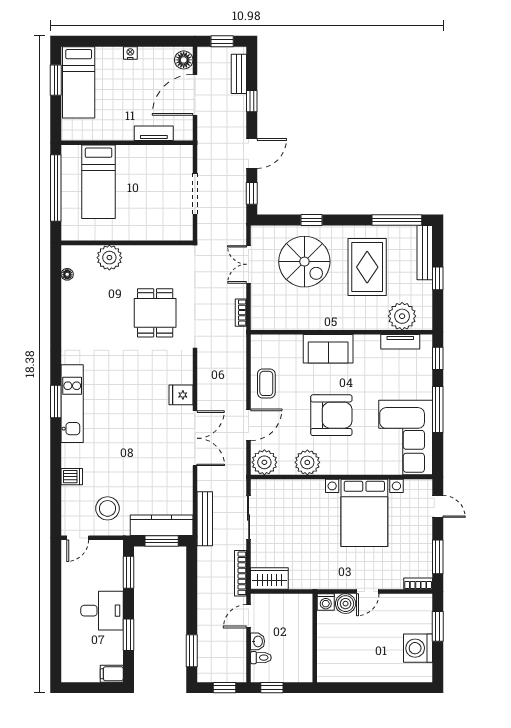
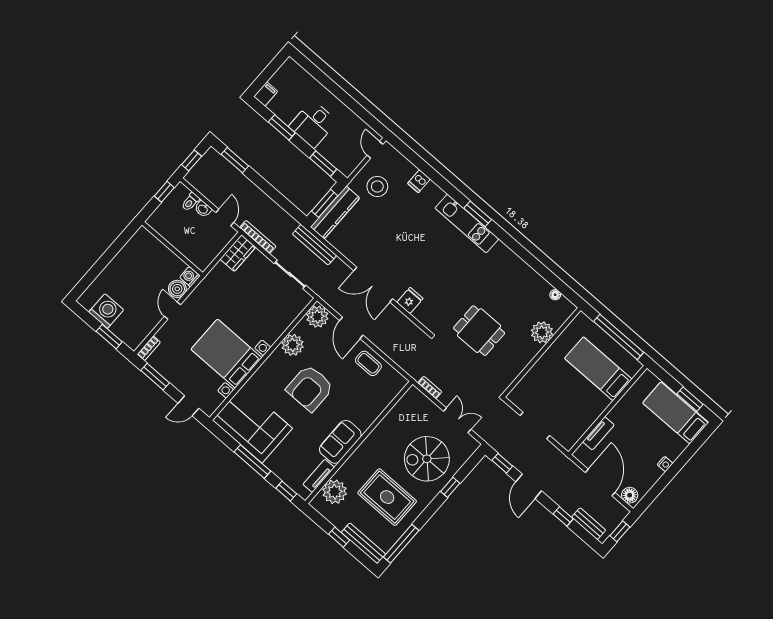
sofa: (328, 349) -> (340, 442), moved

